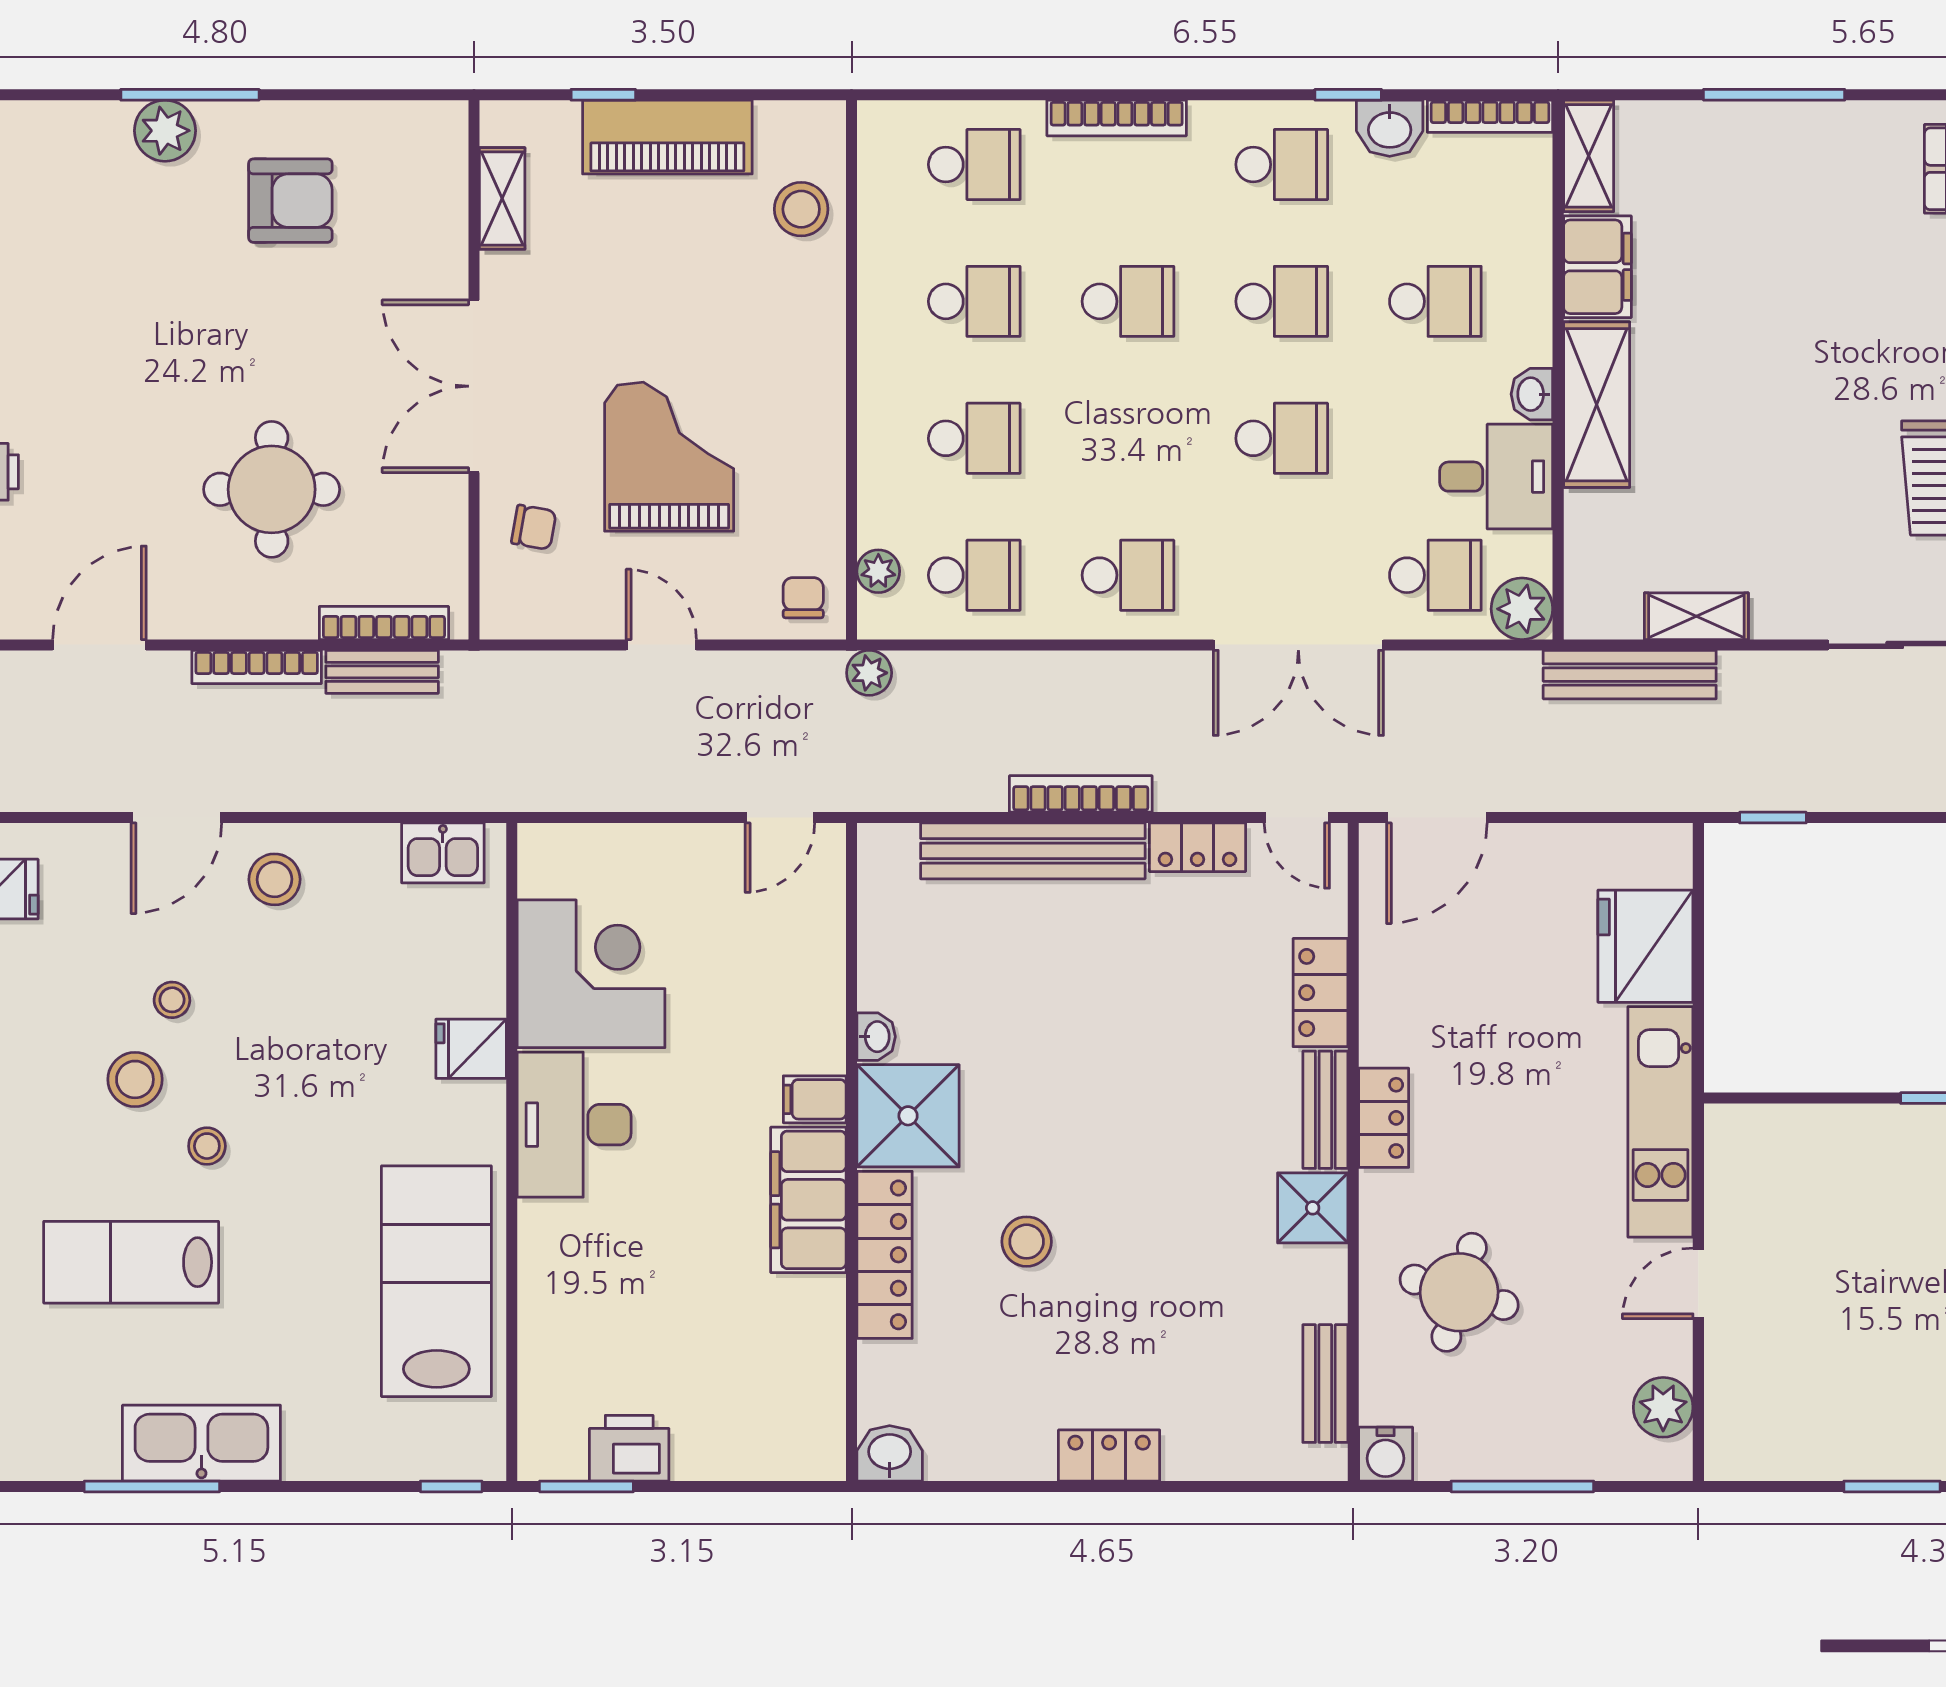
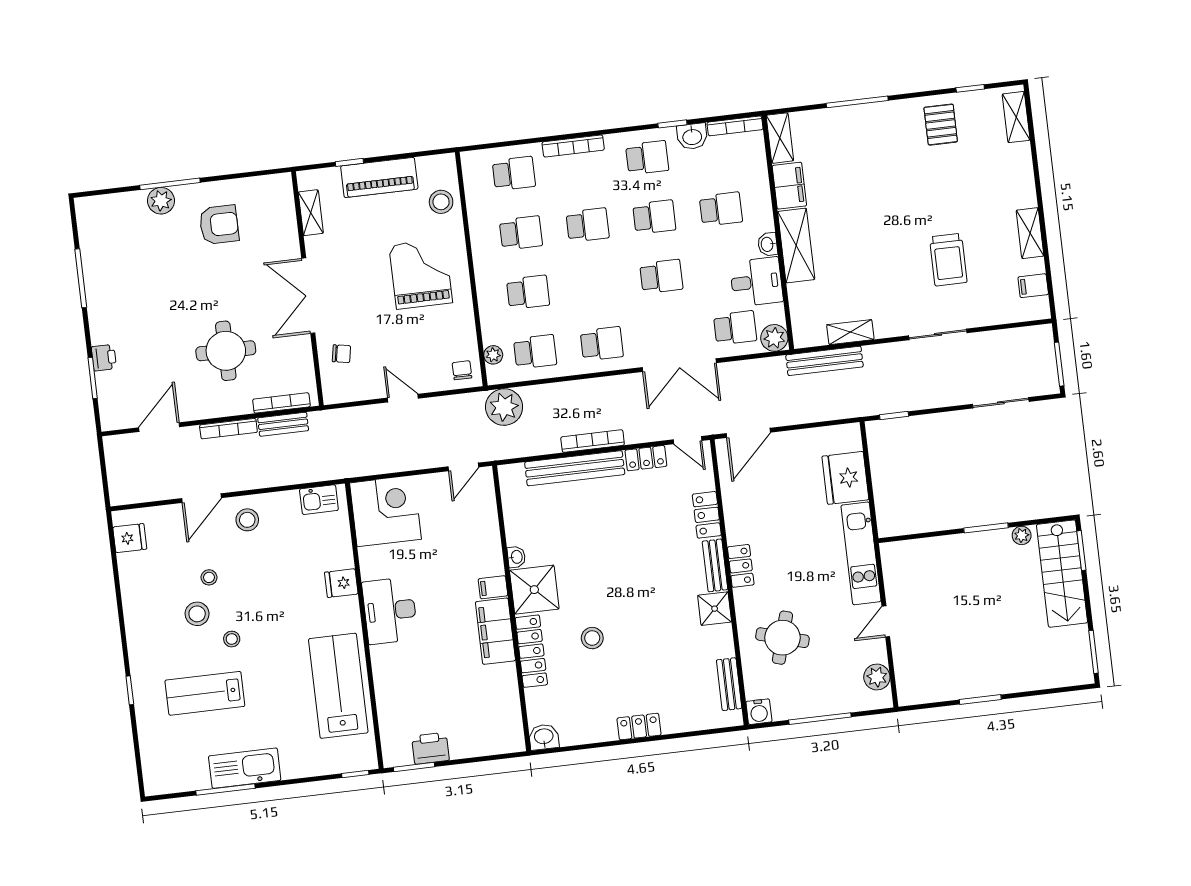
grand piano: (669, 457) -> (421, 274), moved
plant: (869, 673) -> (504, 407), width x1.87, depth x1.87
corner desk: (591, 974) -> (385, 511), moved

